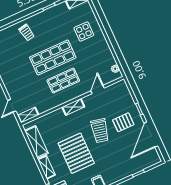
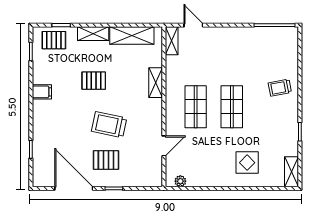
shop shelf: (53, 57) -> (232, 107), width x0.70, depth x0.74
door: (97, 89) -> (164, 146), hinge flipped
shelving: (73, 107) -> (156, 83), moved
pallet: (123, 122) -> (106, 160), turned 90
pallet: (76, 153) -> (94, 81), width x0.49, depth x0.50

